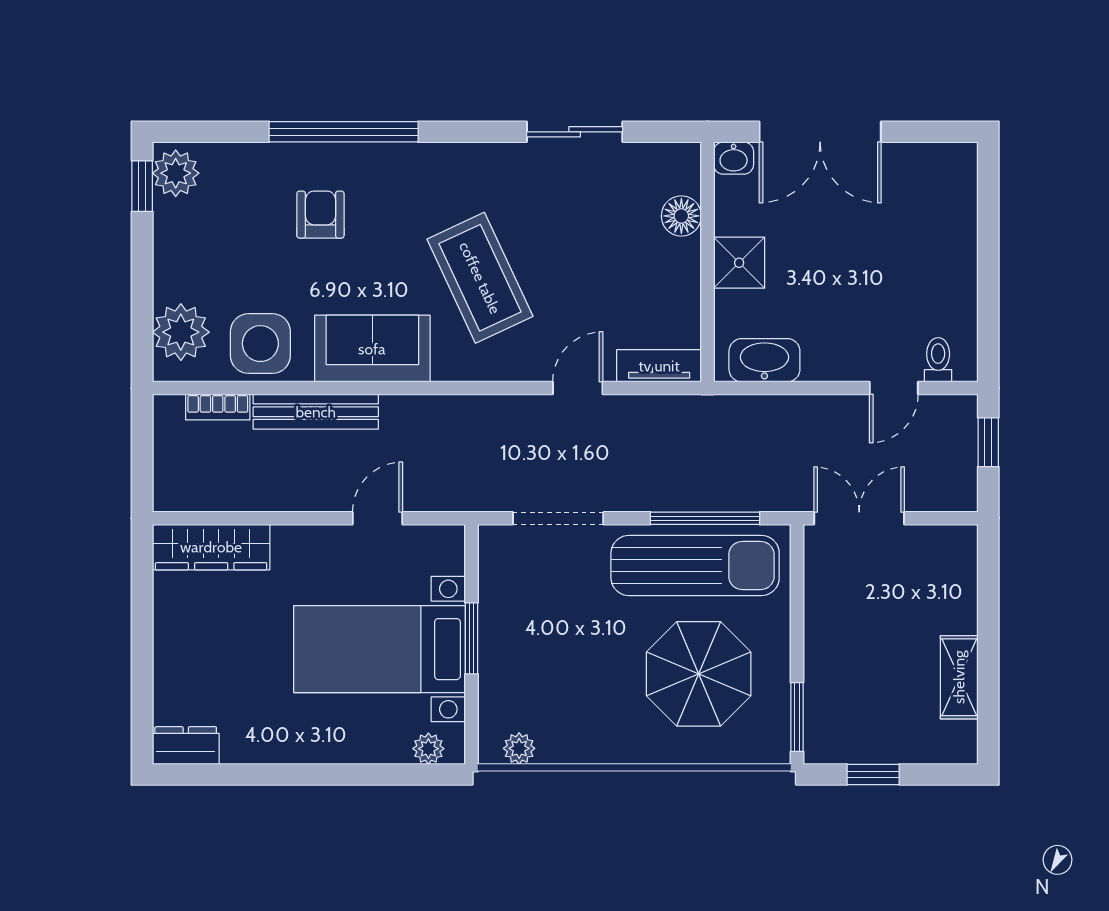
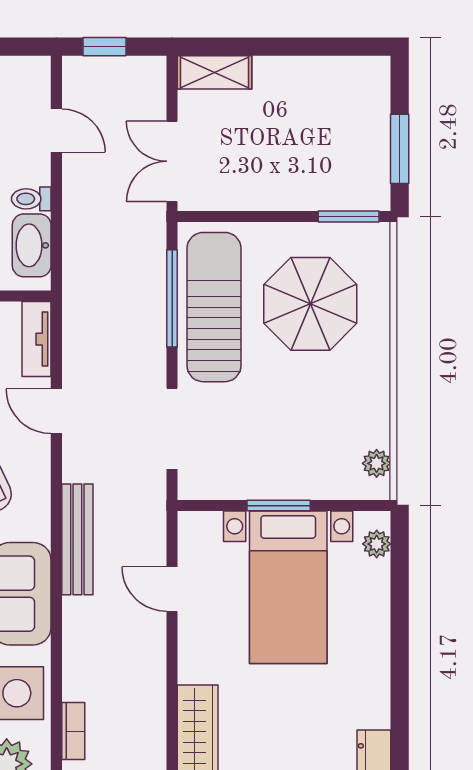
toilet: (938, 360) -> (31, 199), moved
bench: (316, 412) -> (77, 539), moved
shelving: (959, 677) -> (214, 72), moved
window: (873, 775) -> (400, 149), width x1.50

